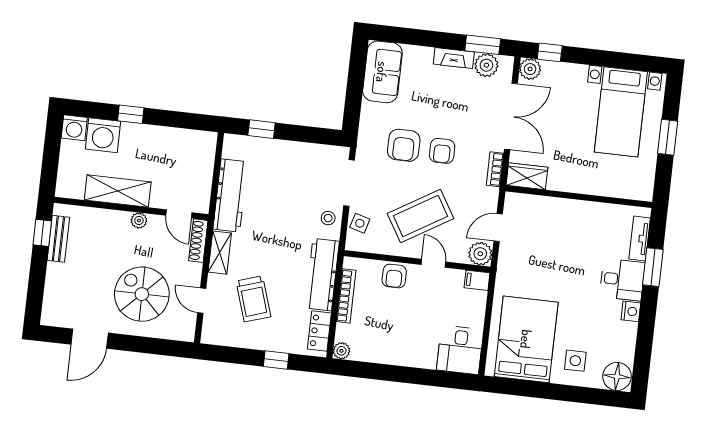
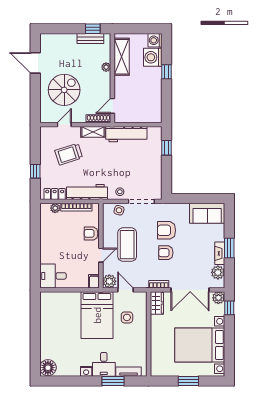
window: (483, 45) -> (229, 248), moved
bed with nightstands: (621, 112) -> (200, 345), width x1.36
shelving: (118, 191) -> (122, 57), moved
coffee table: (420, 216) -> (127, 245), turned 31
plant: (139, 220) -> (106, 67), moved
bed: (526, 339) -> (97, 315), moved, turned 90
plant: (341, 351) -> (55, 208), moved
side table: (575, 361) -> (127, 317), moved

